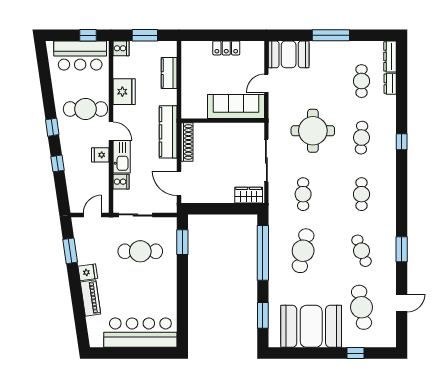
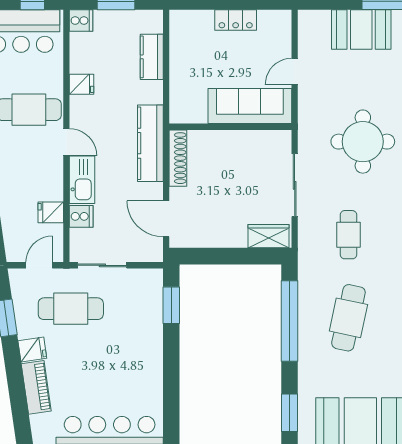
booth: (289, 54) -> (361, 29), moved
fridge: (124, 92) -> (81, 84), width x0.53, depth x0.75
fridge: (100, 155) -> (51, 212), moved
cafe table: (140, 251) -> (71, 309), moved

